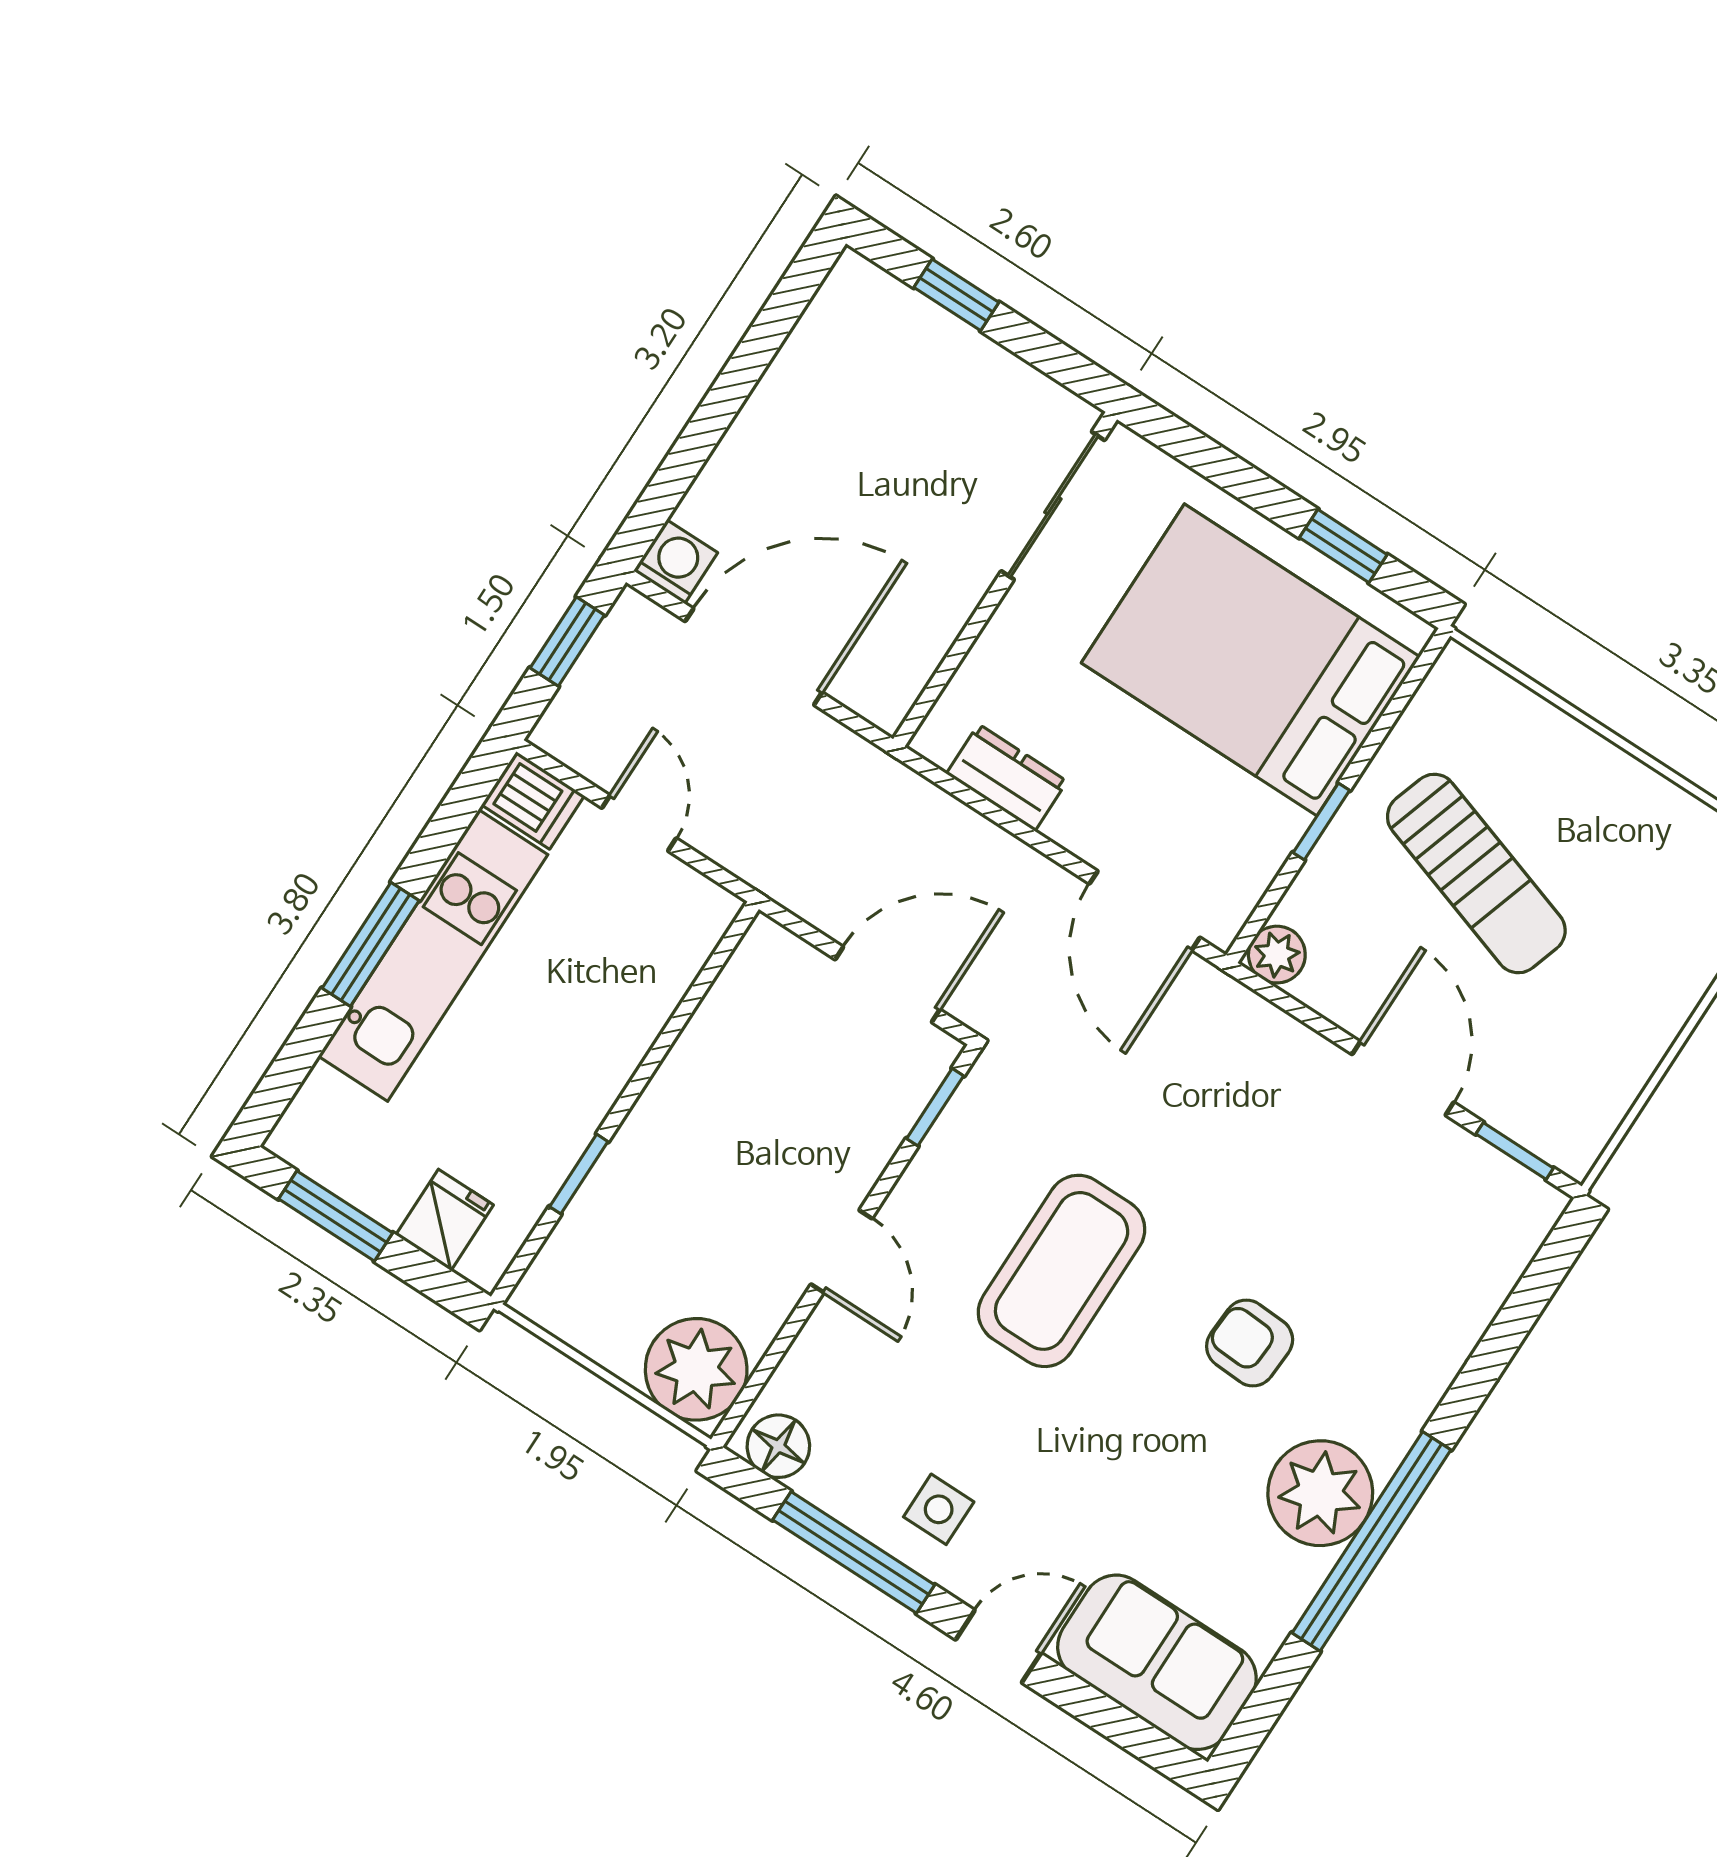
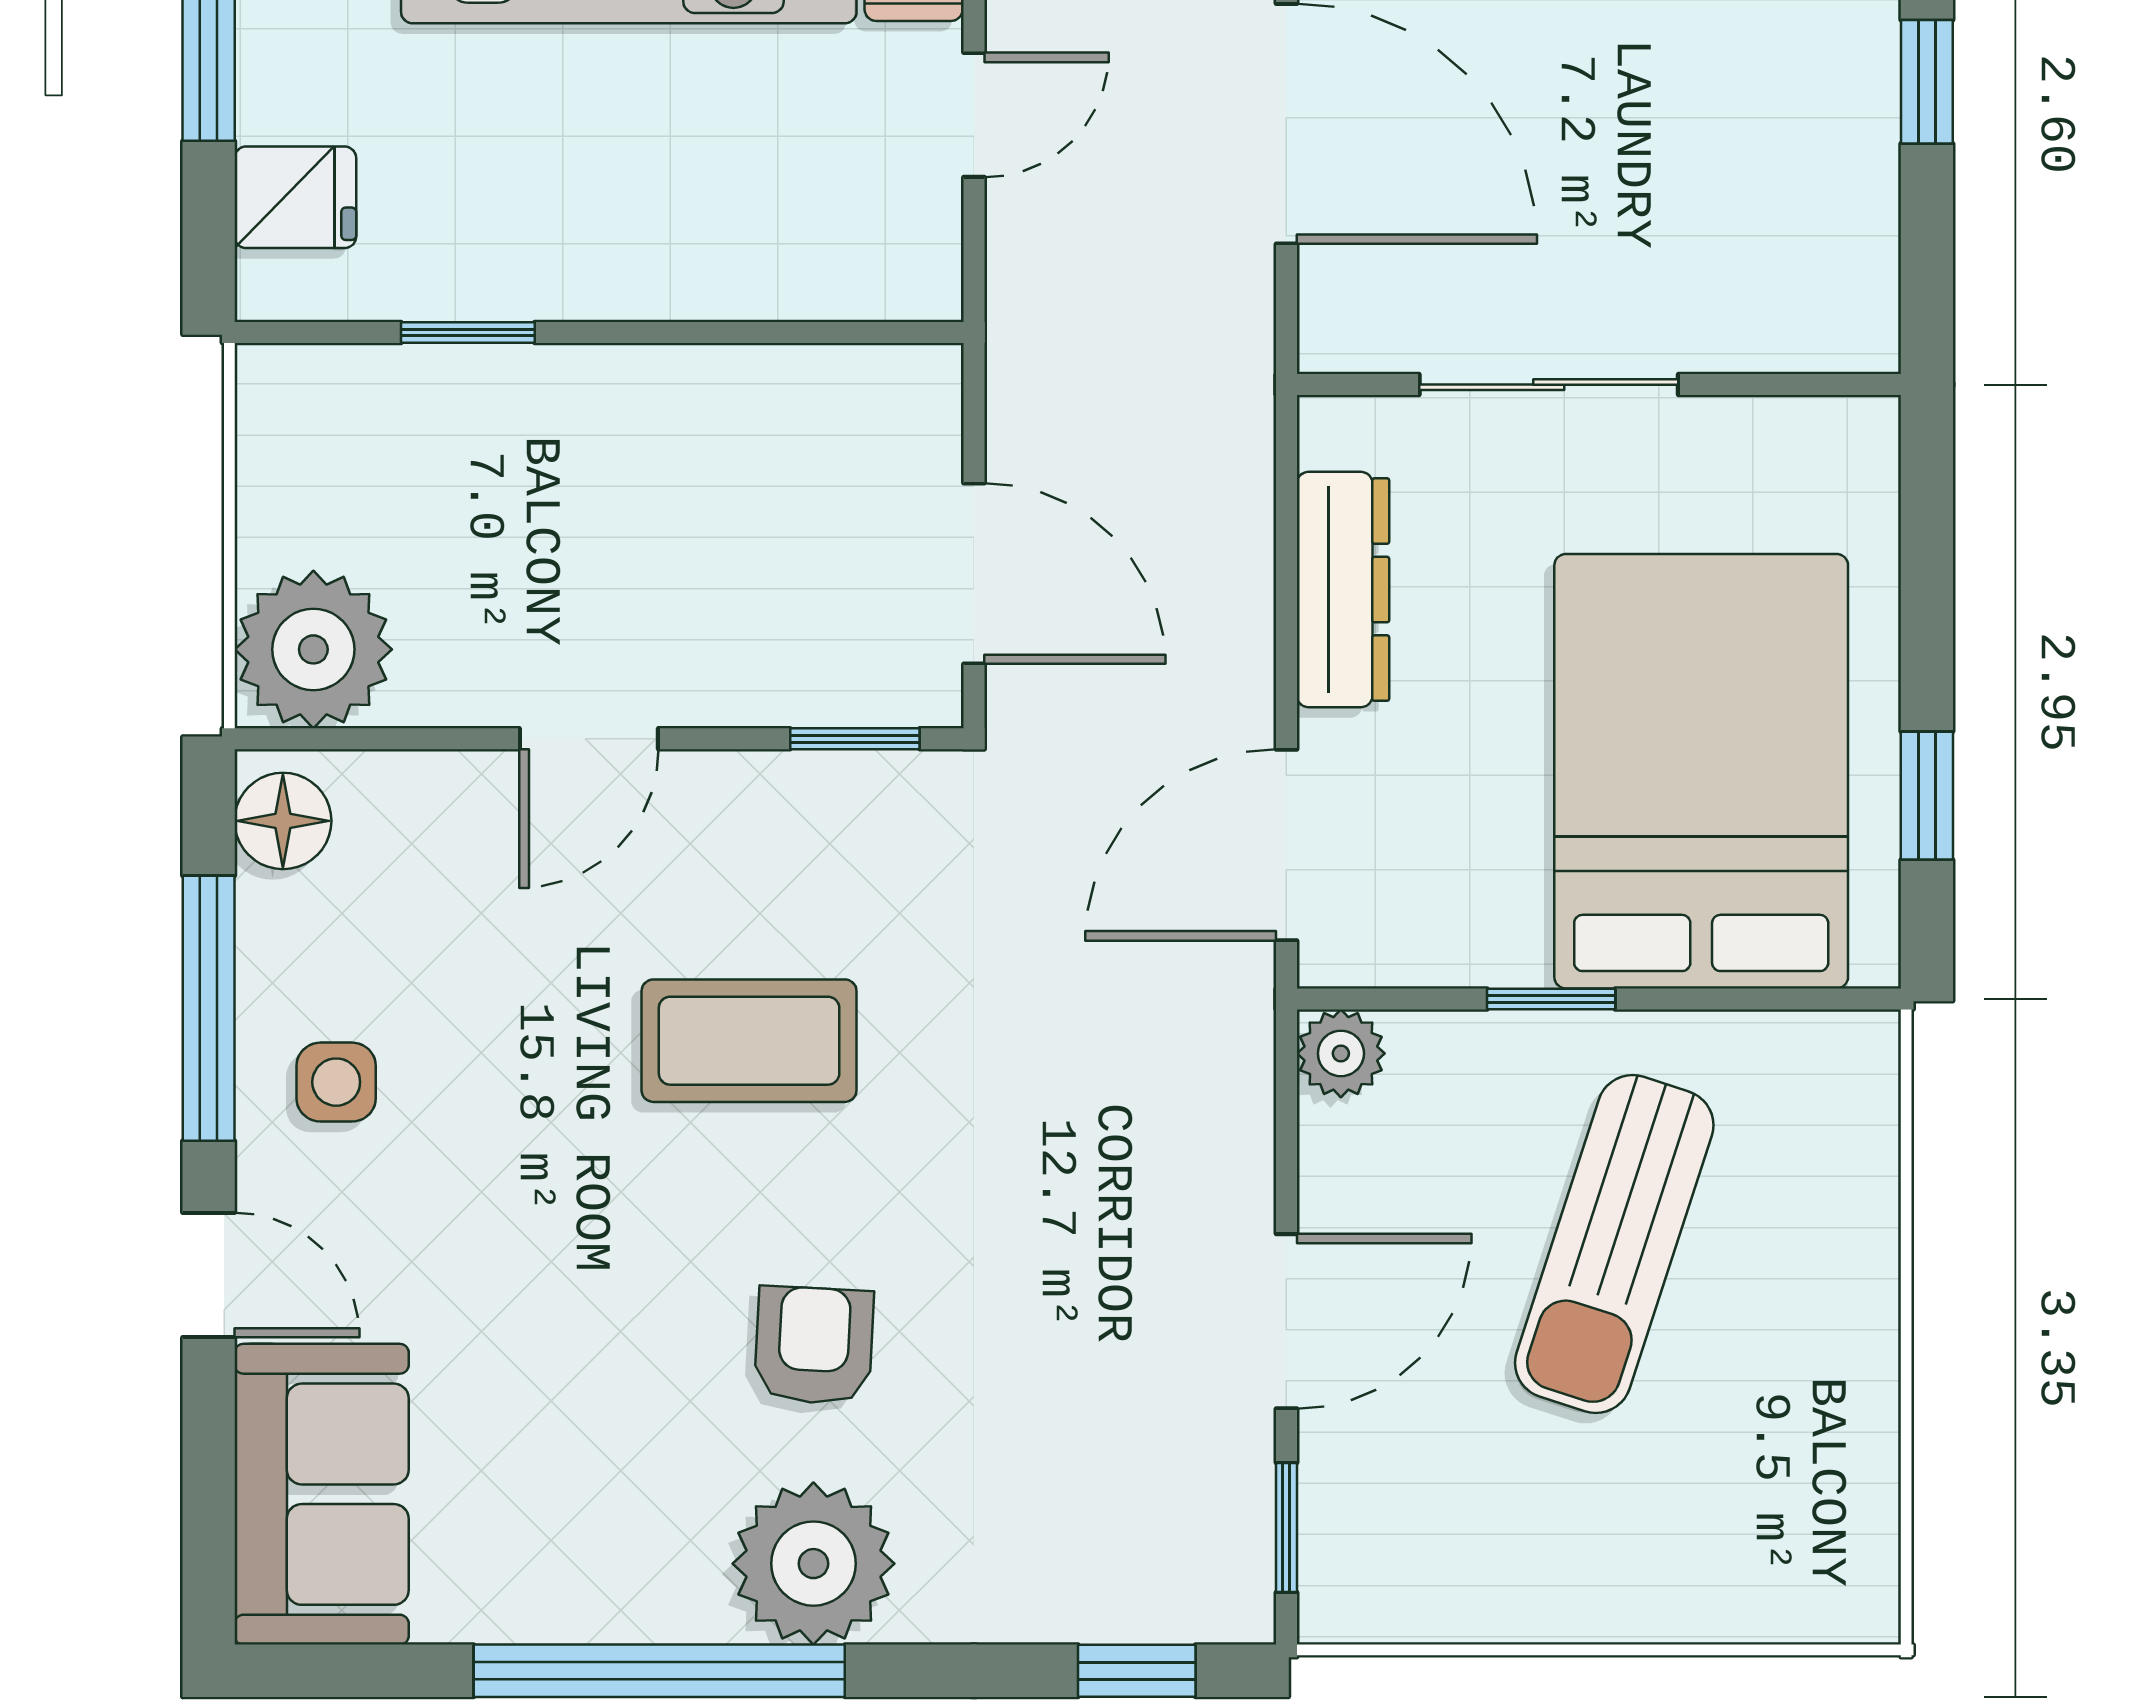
sliding door: (1053, 506) -> (1549, 385), moved
dresser: (1007, 778) -> (1343, 590), width x1.44
coffee table: (1062, 1271) -> (749, 1041), width x0.73, depth x0.76
window: (1540, 1283) -> (1137, 1671), added
plant: (1320, 1493) -> (813, 1564), moved

